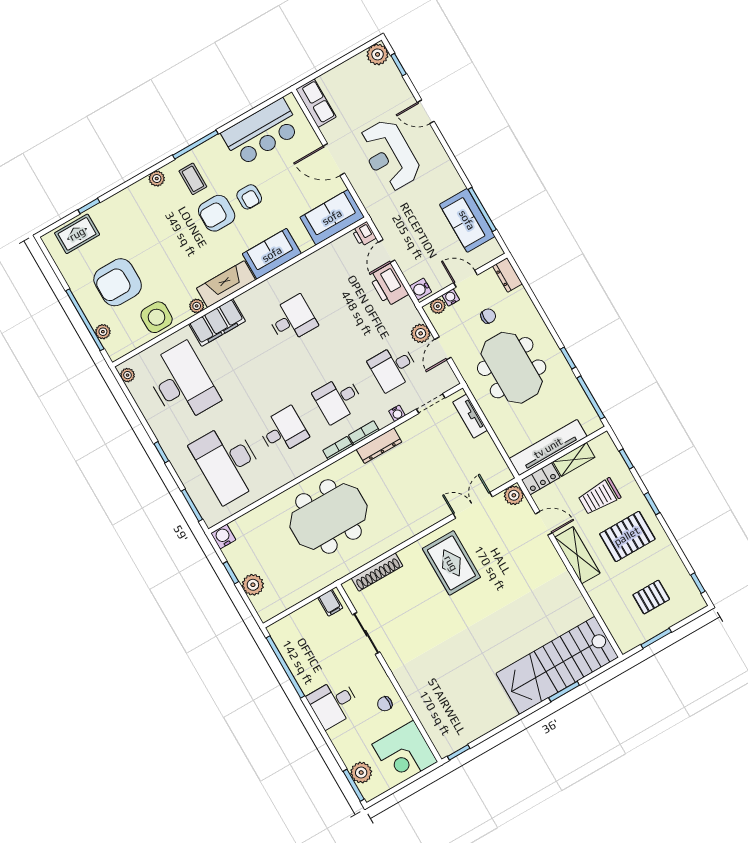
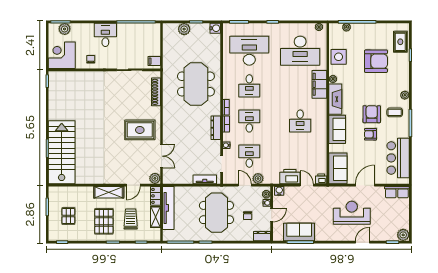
armchair: (118, 282) -> (376, 61), moved, turned 90
meeting table: (512, 368) -> (216, 213), turned 90

